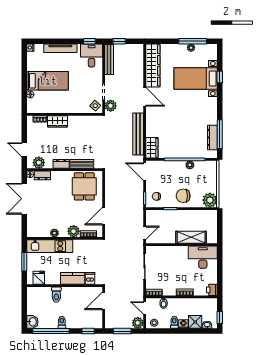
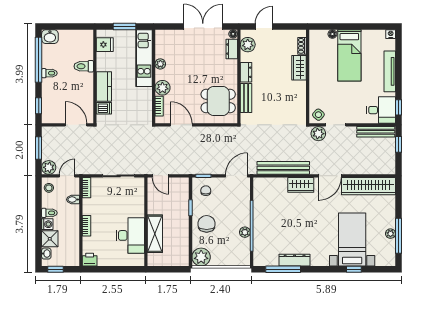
dresser: (212, 137) -> (295, 260), moved
wardrobe: (152, 148) -> (301, 185), moved
desk: (203, 257) -> (130, 235), moved

